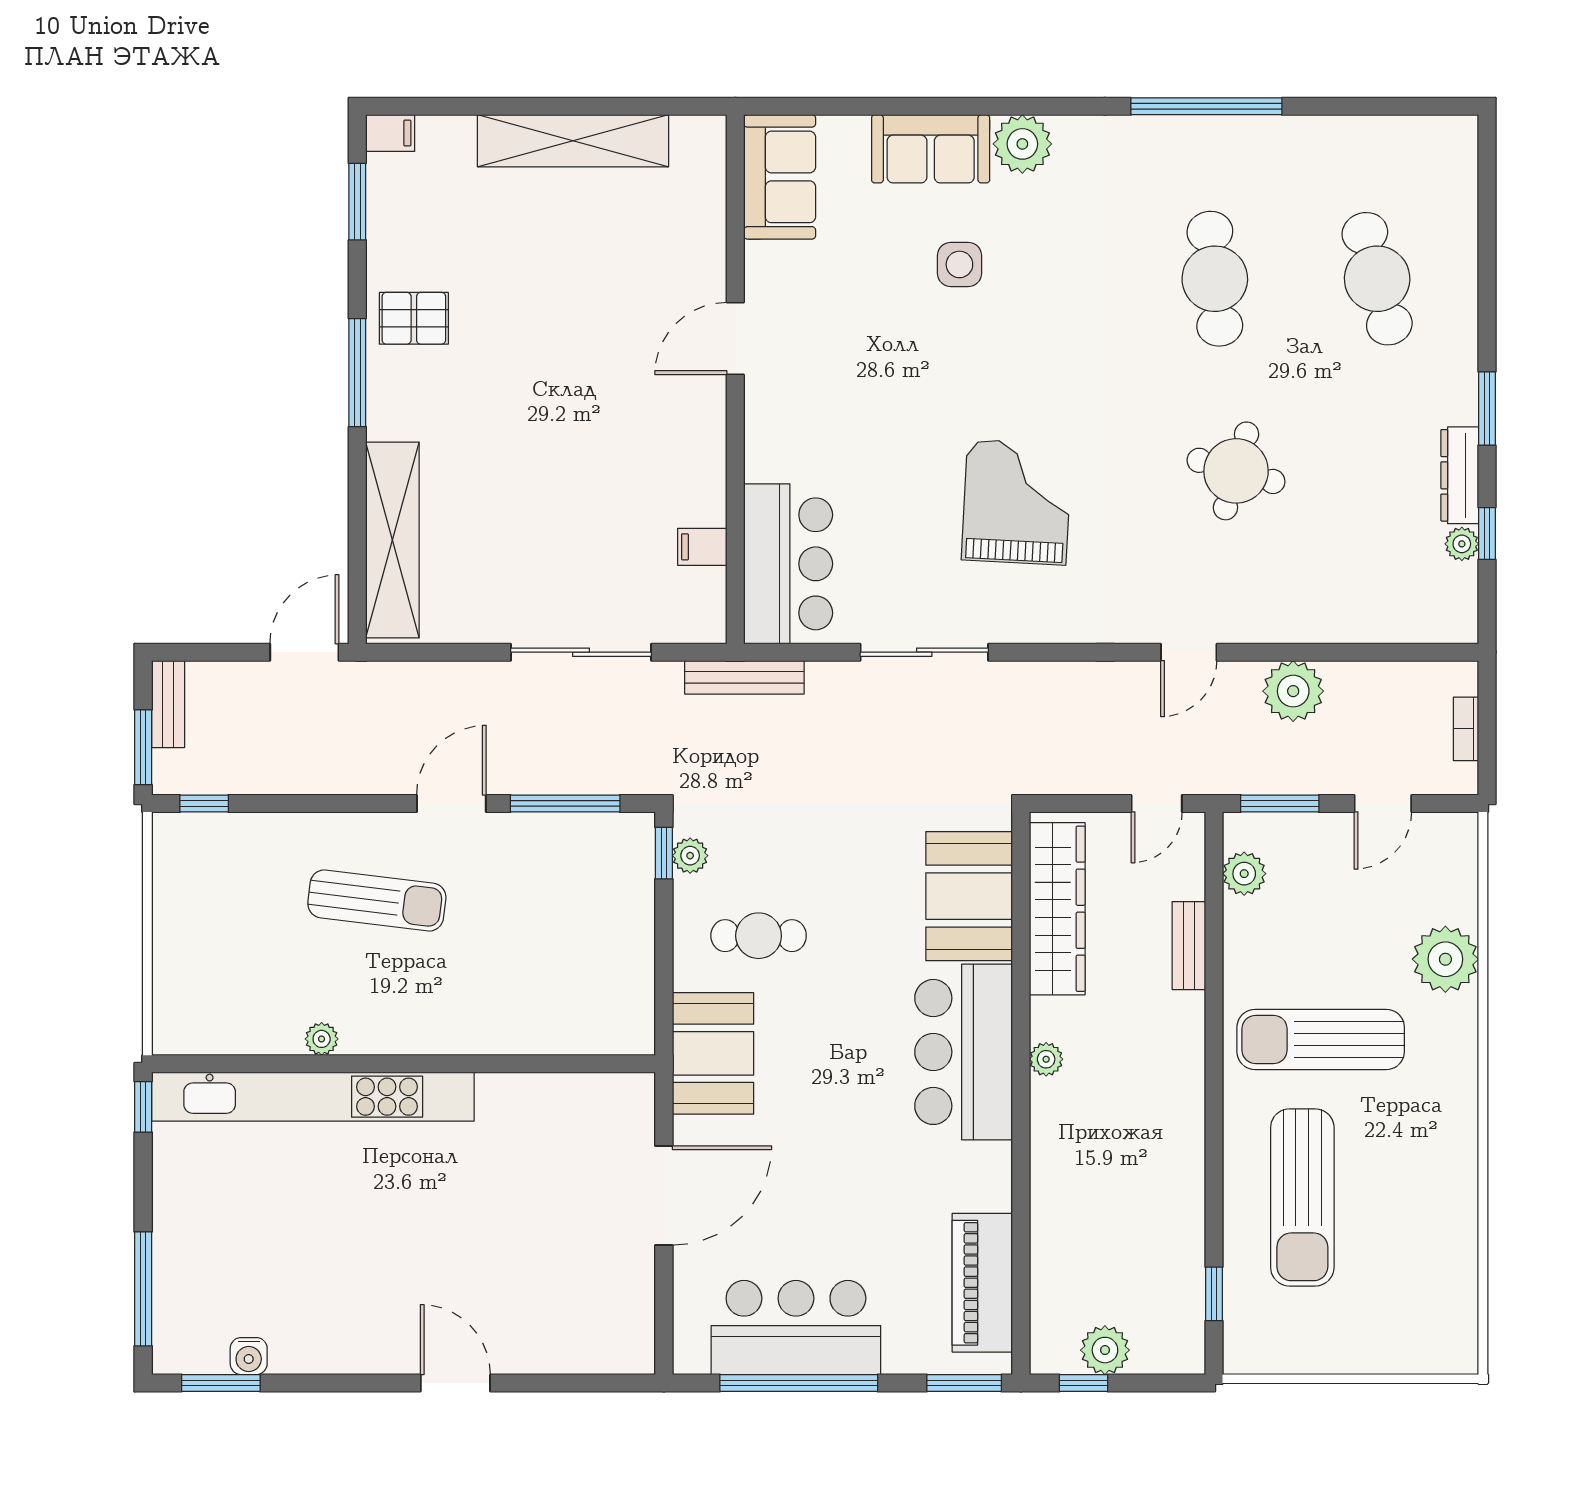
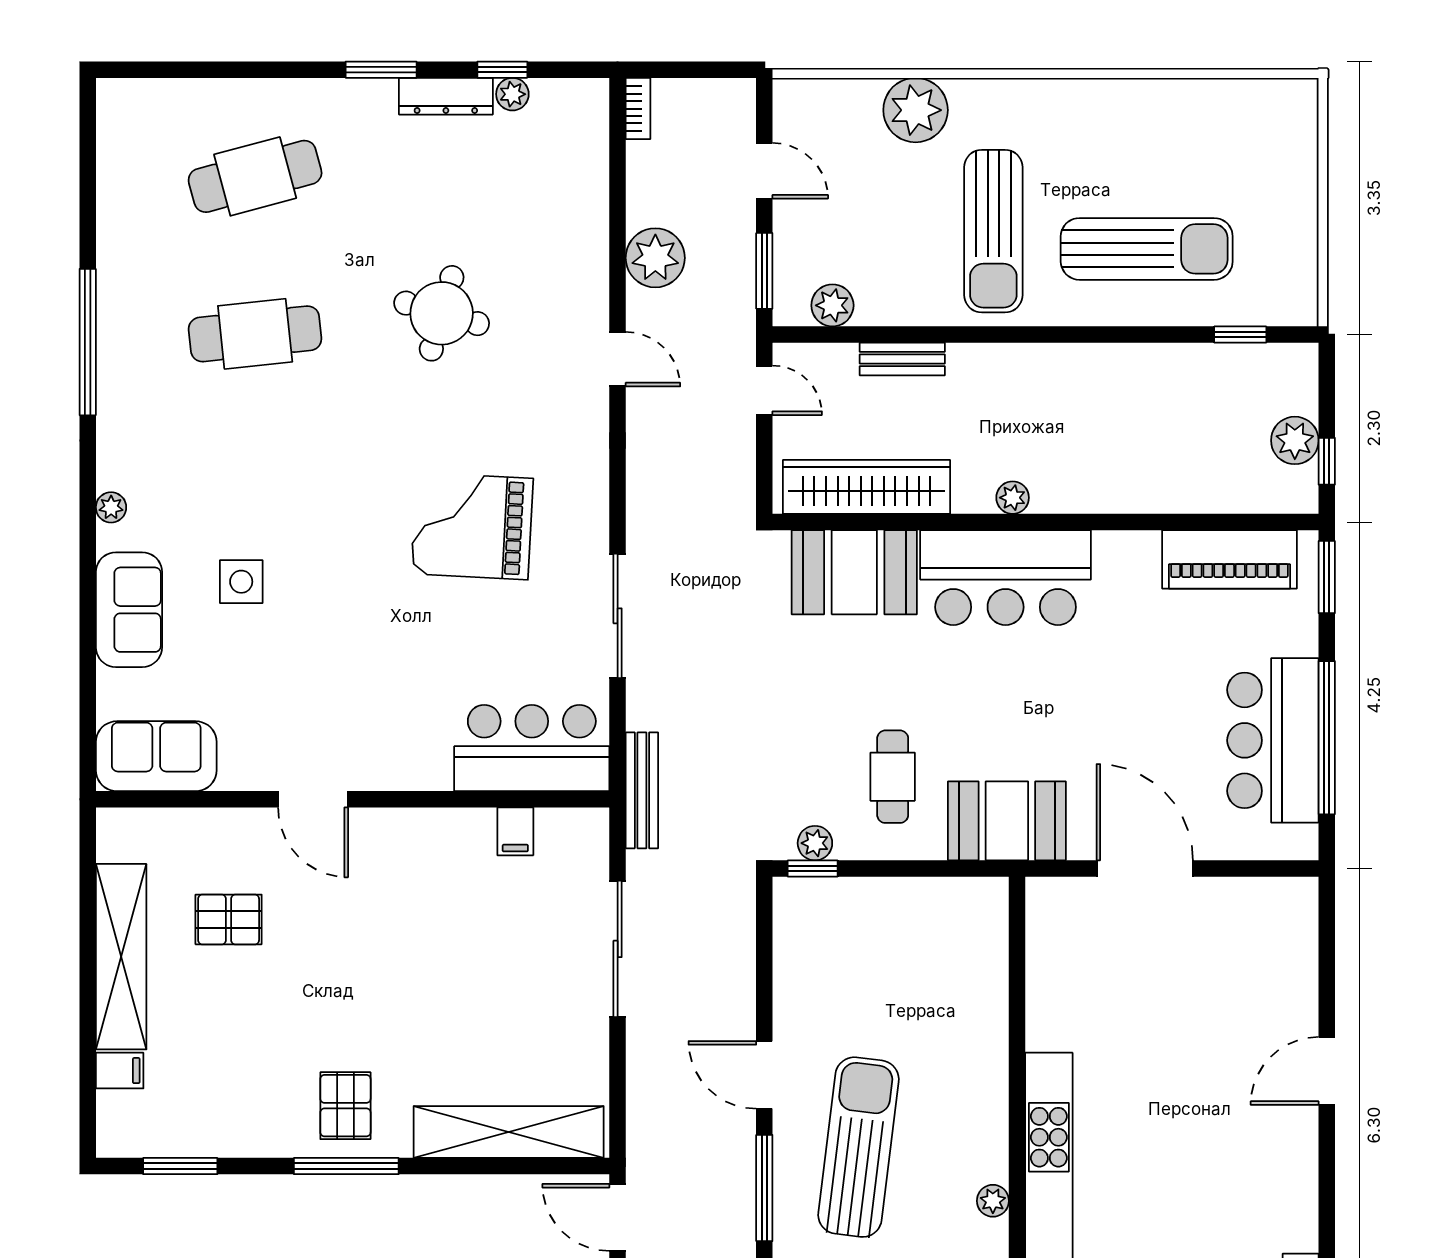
filing cabinet: (390, 133) -> (120, 1071), moved, turned 90
plant: (1022, 144) -> (111, 507), width x0.53, depth x0.53
pallet: (611, 251) -> (229, 919), added
pallet: (414, 318) -> (345, 1106), moved
bookcase: (1466, 729) -> (638, 109), moved, turned -90
window: (565, 803) -> (764, 1188), moved
sun lounger: (377, 900) -> (858, 1147), width x1.36, depth x1.34

